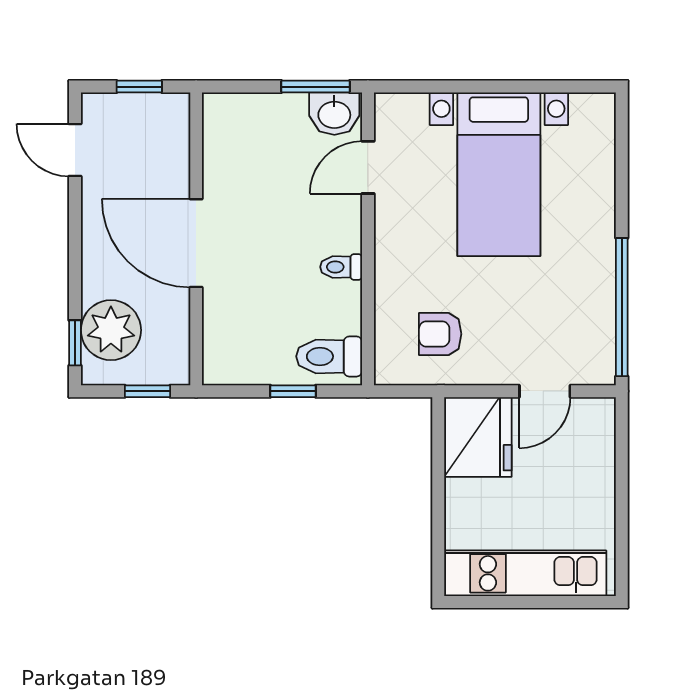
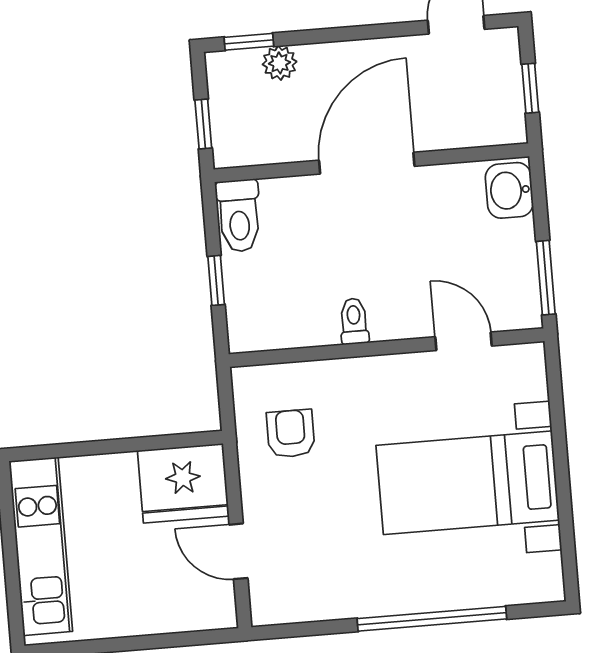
washbasin: (334, 114) -> (509, 190), moved
window: (622, 307) -> (432, 619), moved
plant: (111, 330) -> (280, 63), width x0.53, depth x0.53
toilet: (329, 356) -> (239, 216), moved, turned 180

